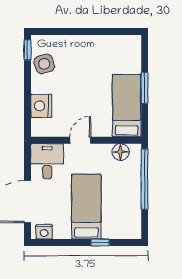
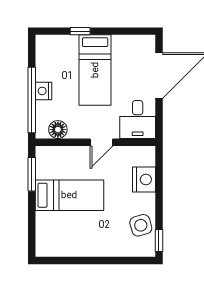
window: (145, 88) -> (32, 174), moved
bed: (127, 106) -> (69, 195), moved, turned -90
nightstand: (44, 232) -> (43, 91), moved, turned -90

